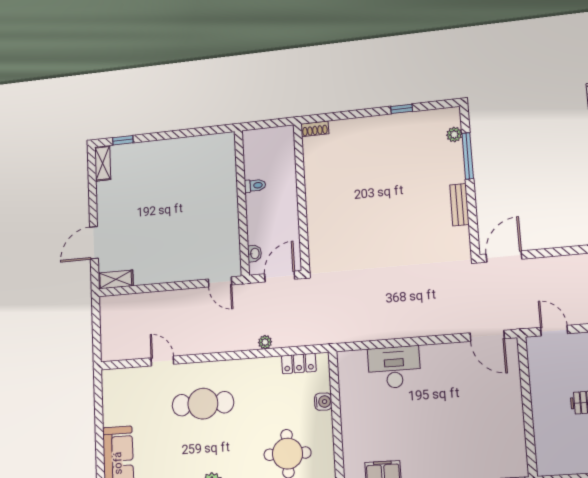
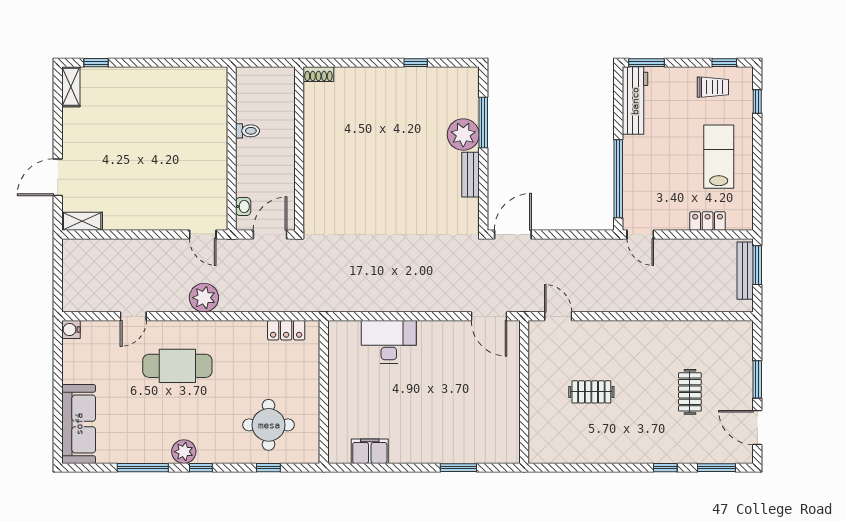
plant: (454, 135) -> (463, 135), moved, width x1.87, depth x1.87
plant: (265, 342) -> (204, 298), moved, width x1.87, depth x1.87
door: (162, 361) -> (133, 316), swing flipped
water cooler: (323, 402) -> (71, 330), moved, turned 180

